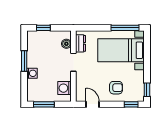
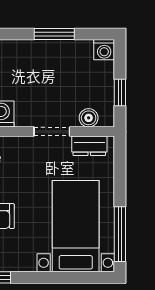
window: (43, 28) -> (120, 93), moved
washing machine: (32, 73) -> (104, 50), moved

